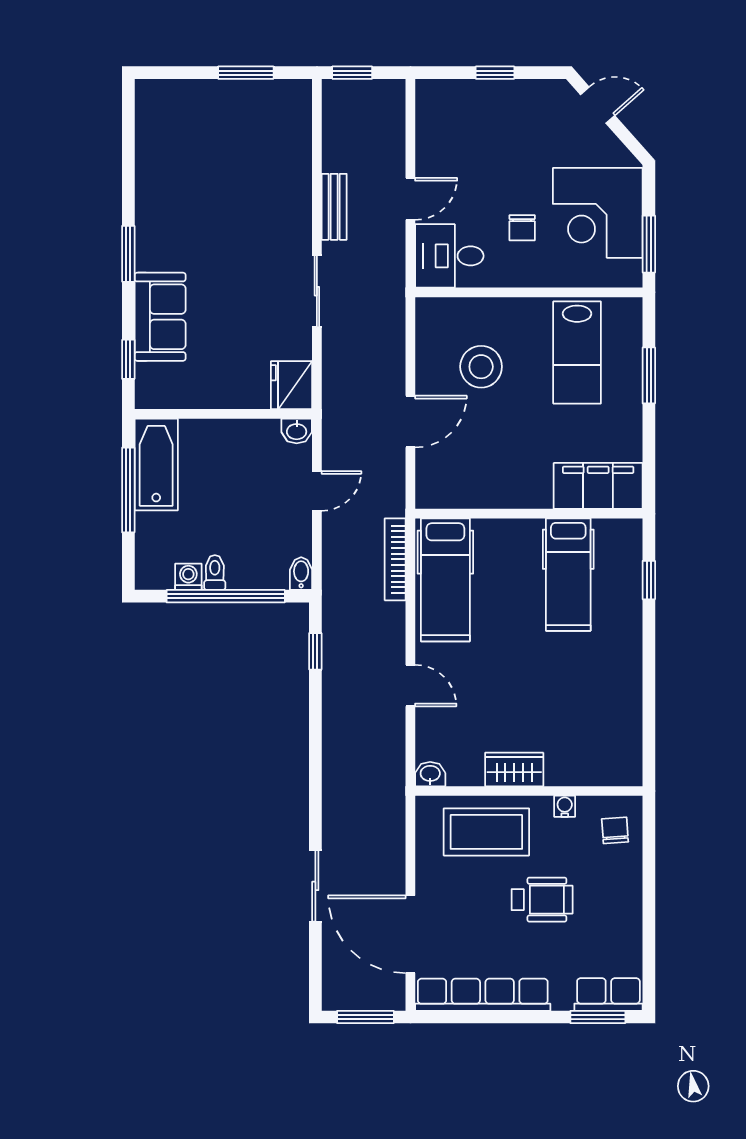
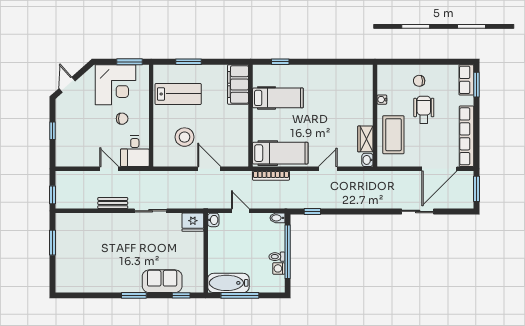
wardrobe: (514, 769) -> (365, 139), moved
chair: (615, 830) -> (419, 81), moved

